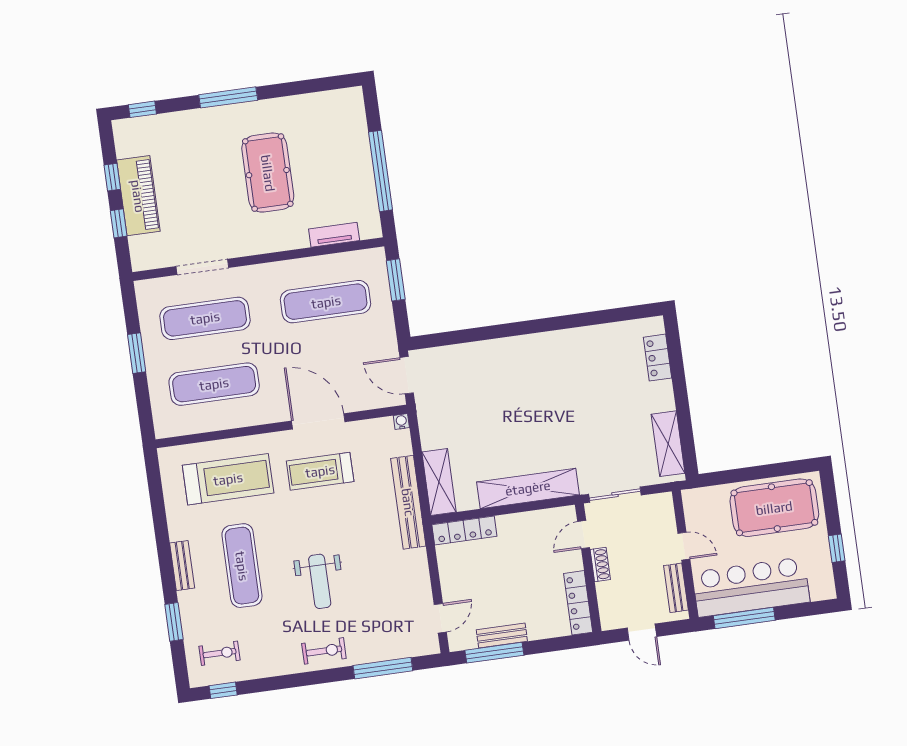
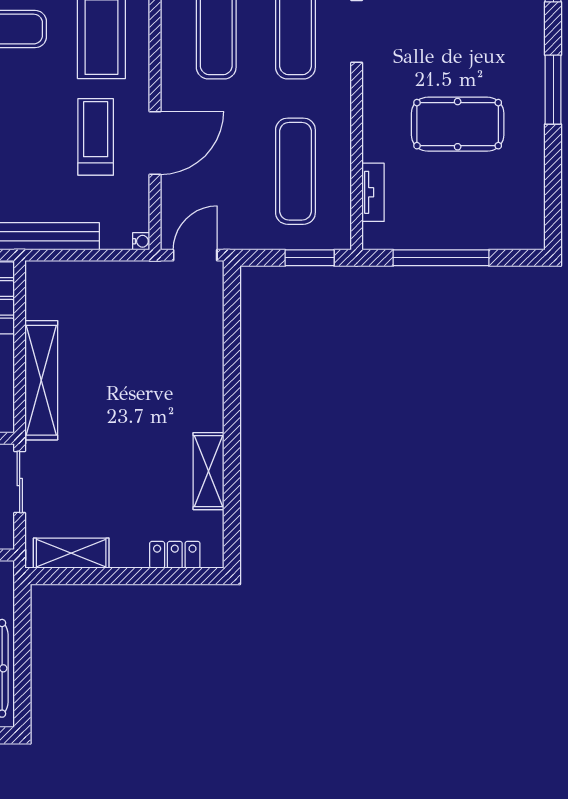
shelving: (439, 482) -> (209, 471), moved, turned 90

